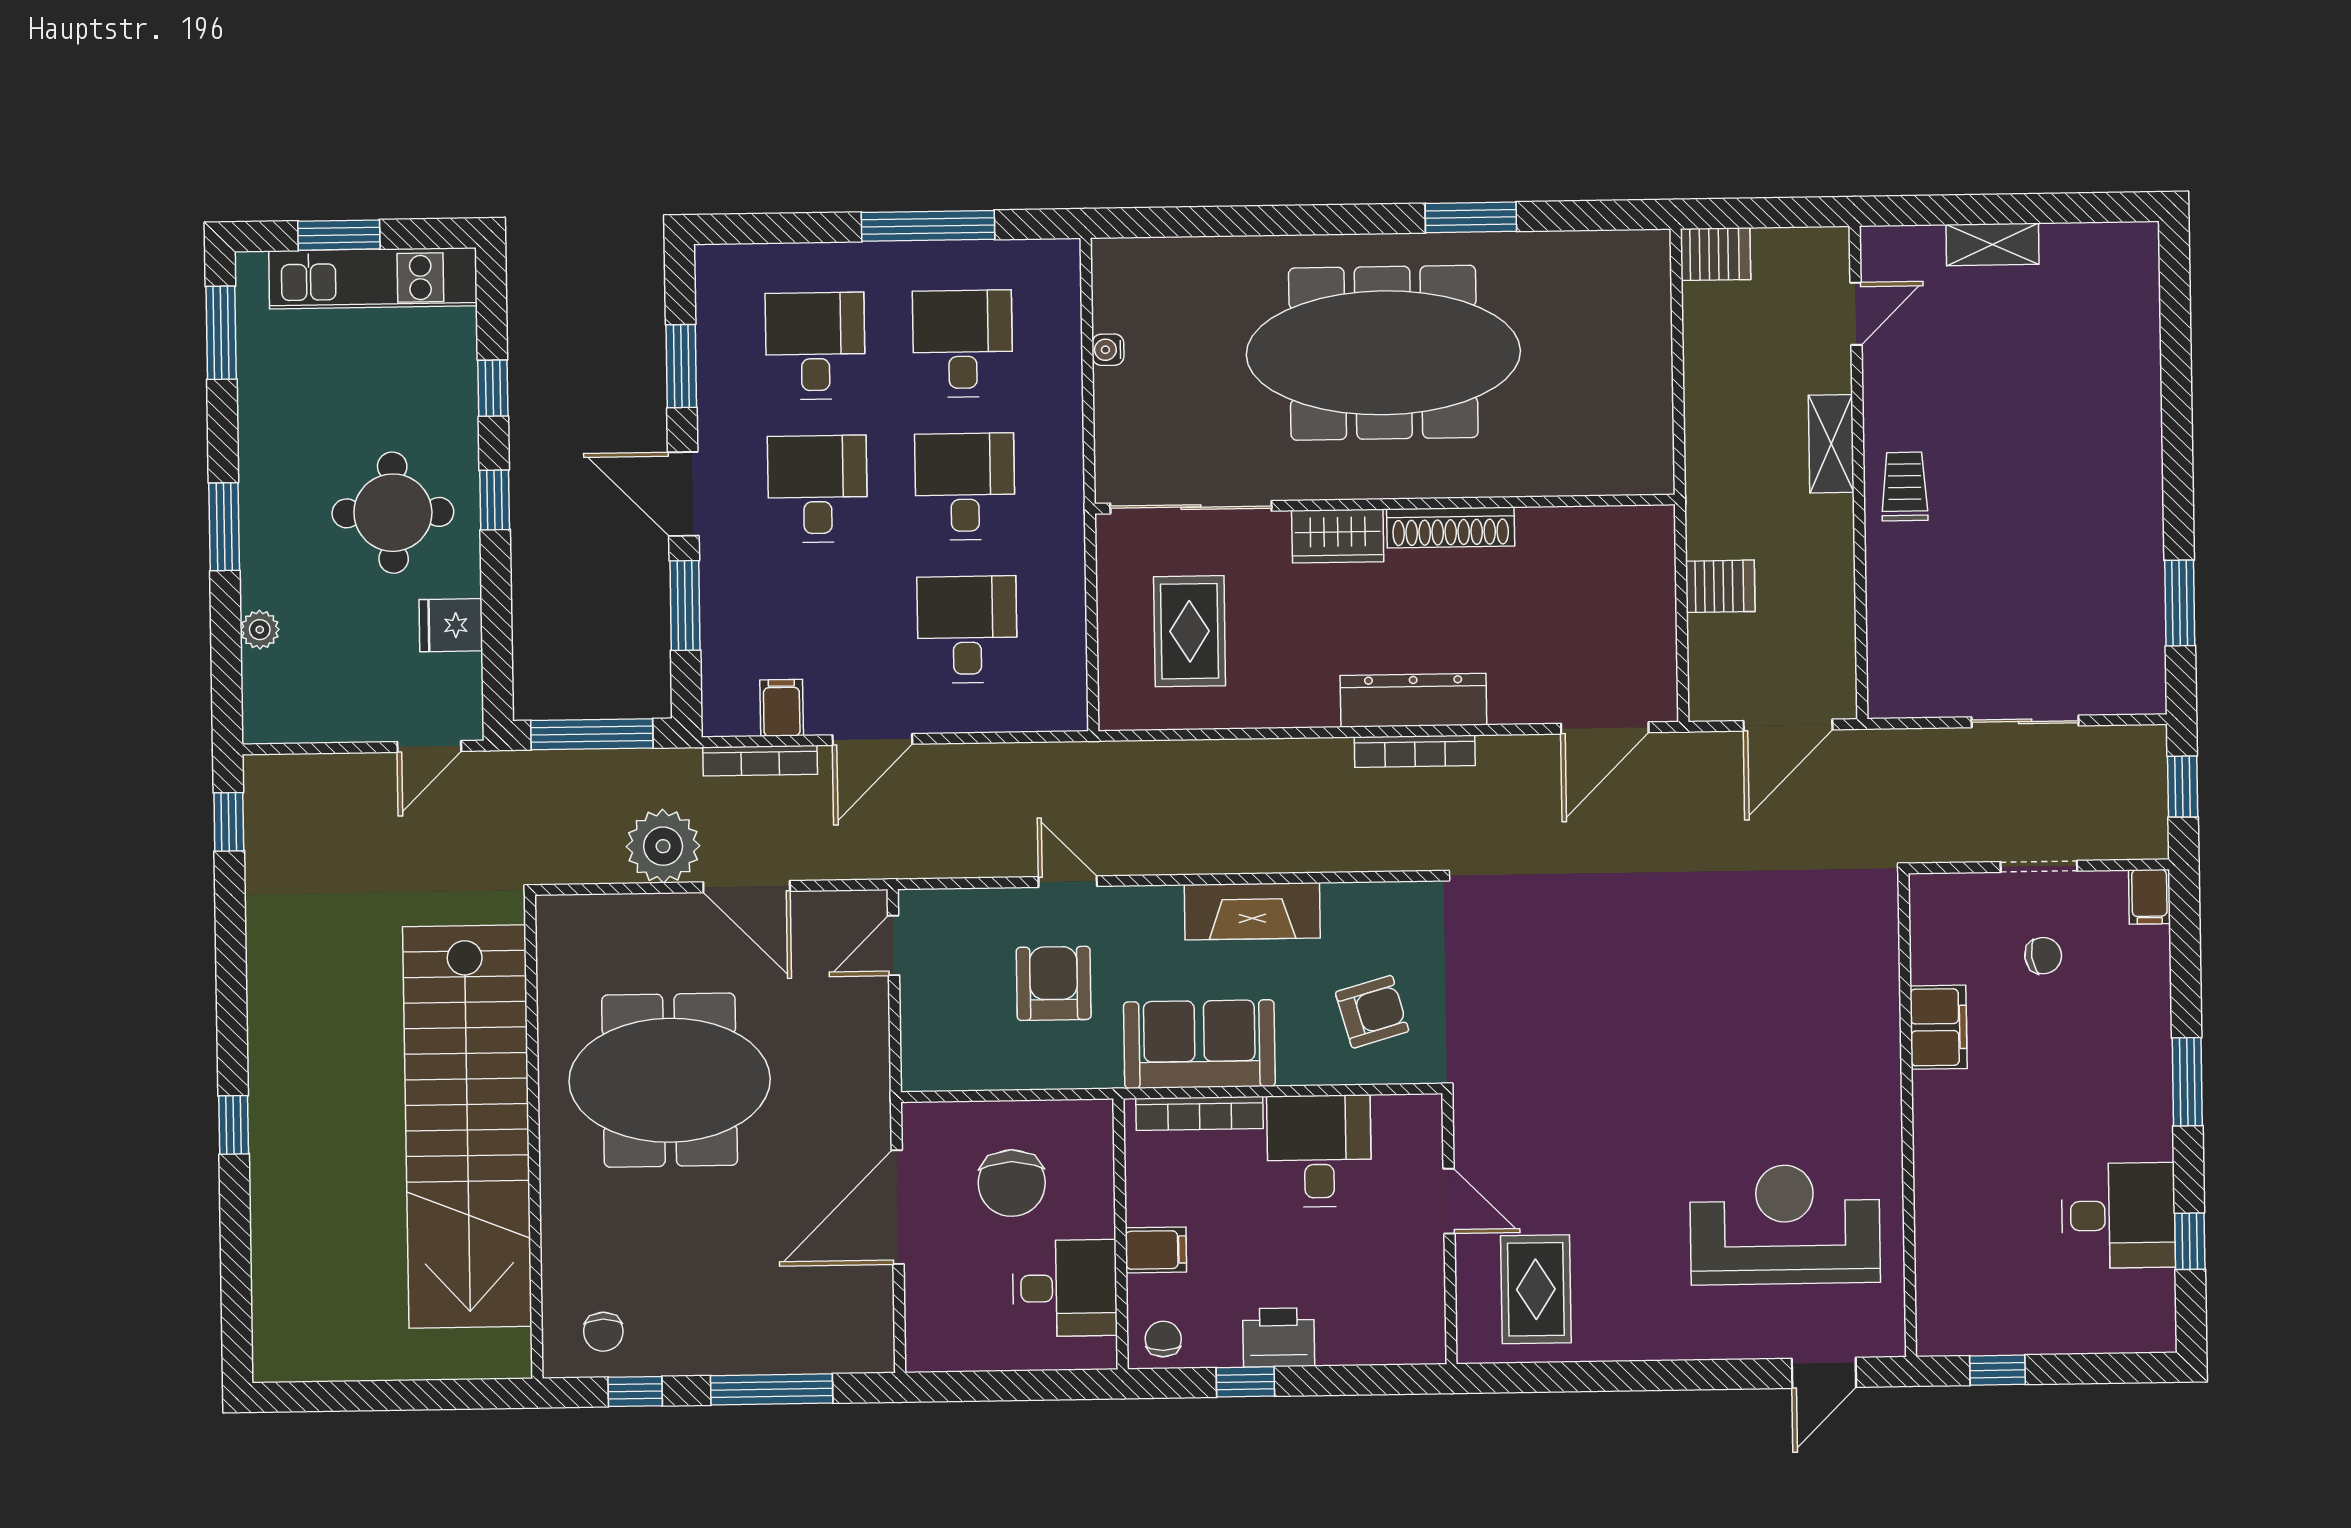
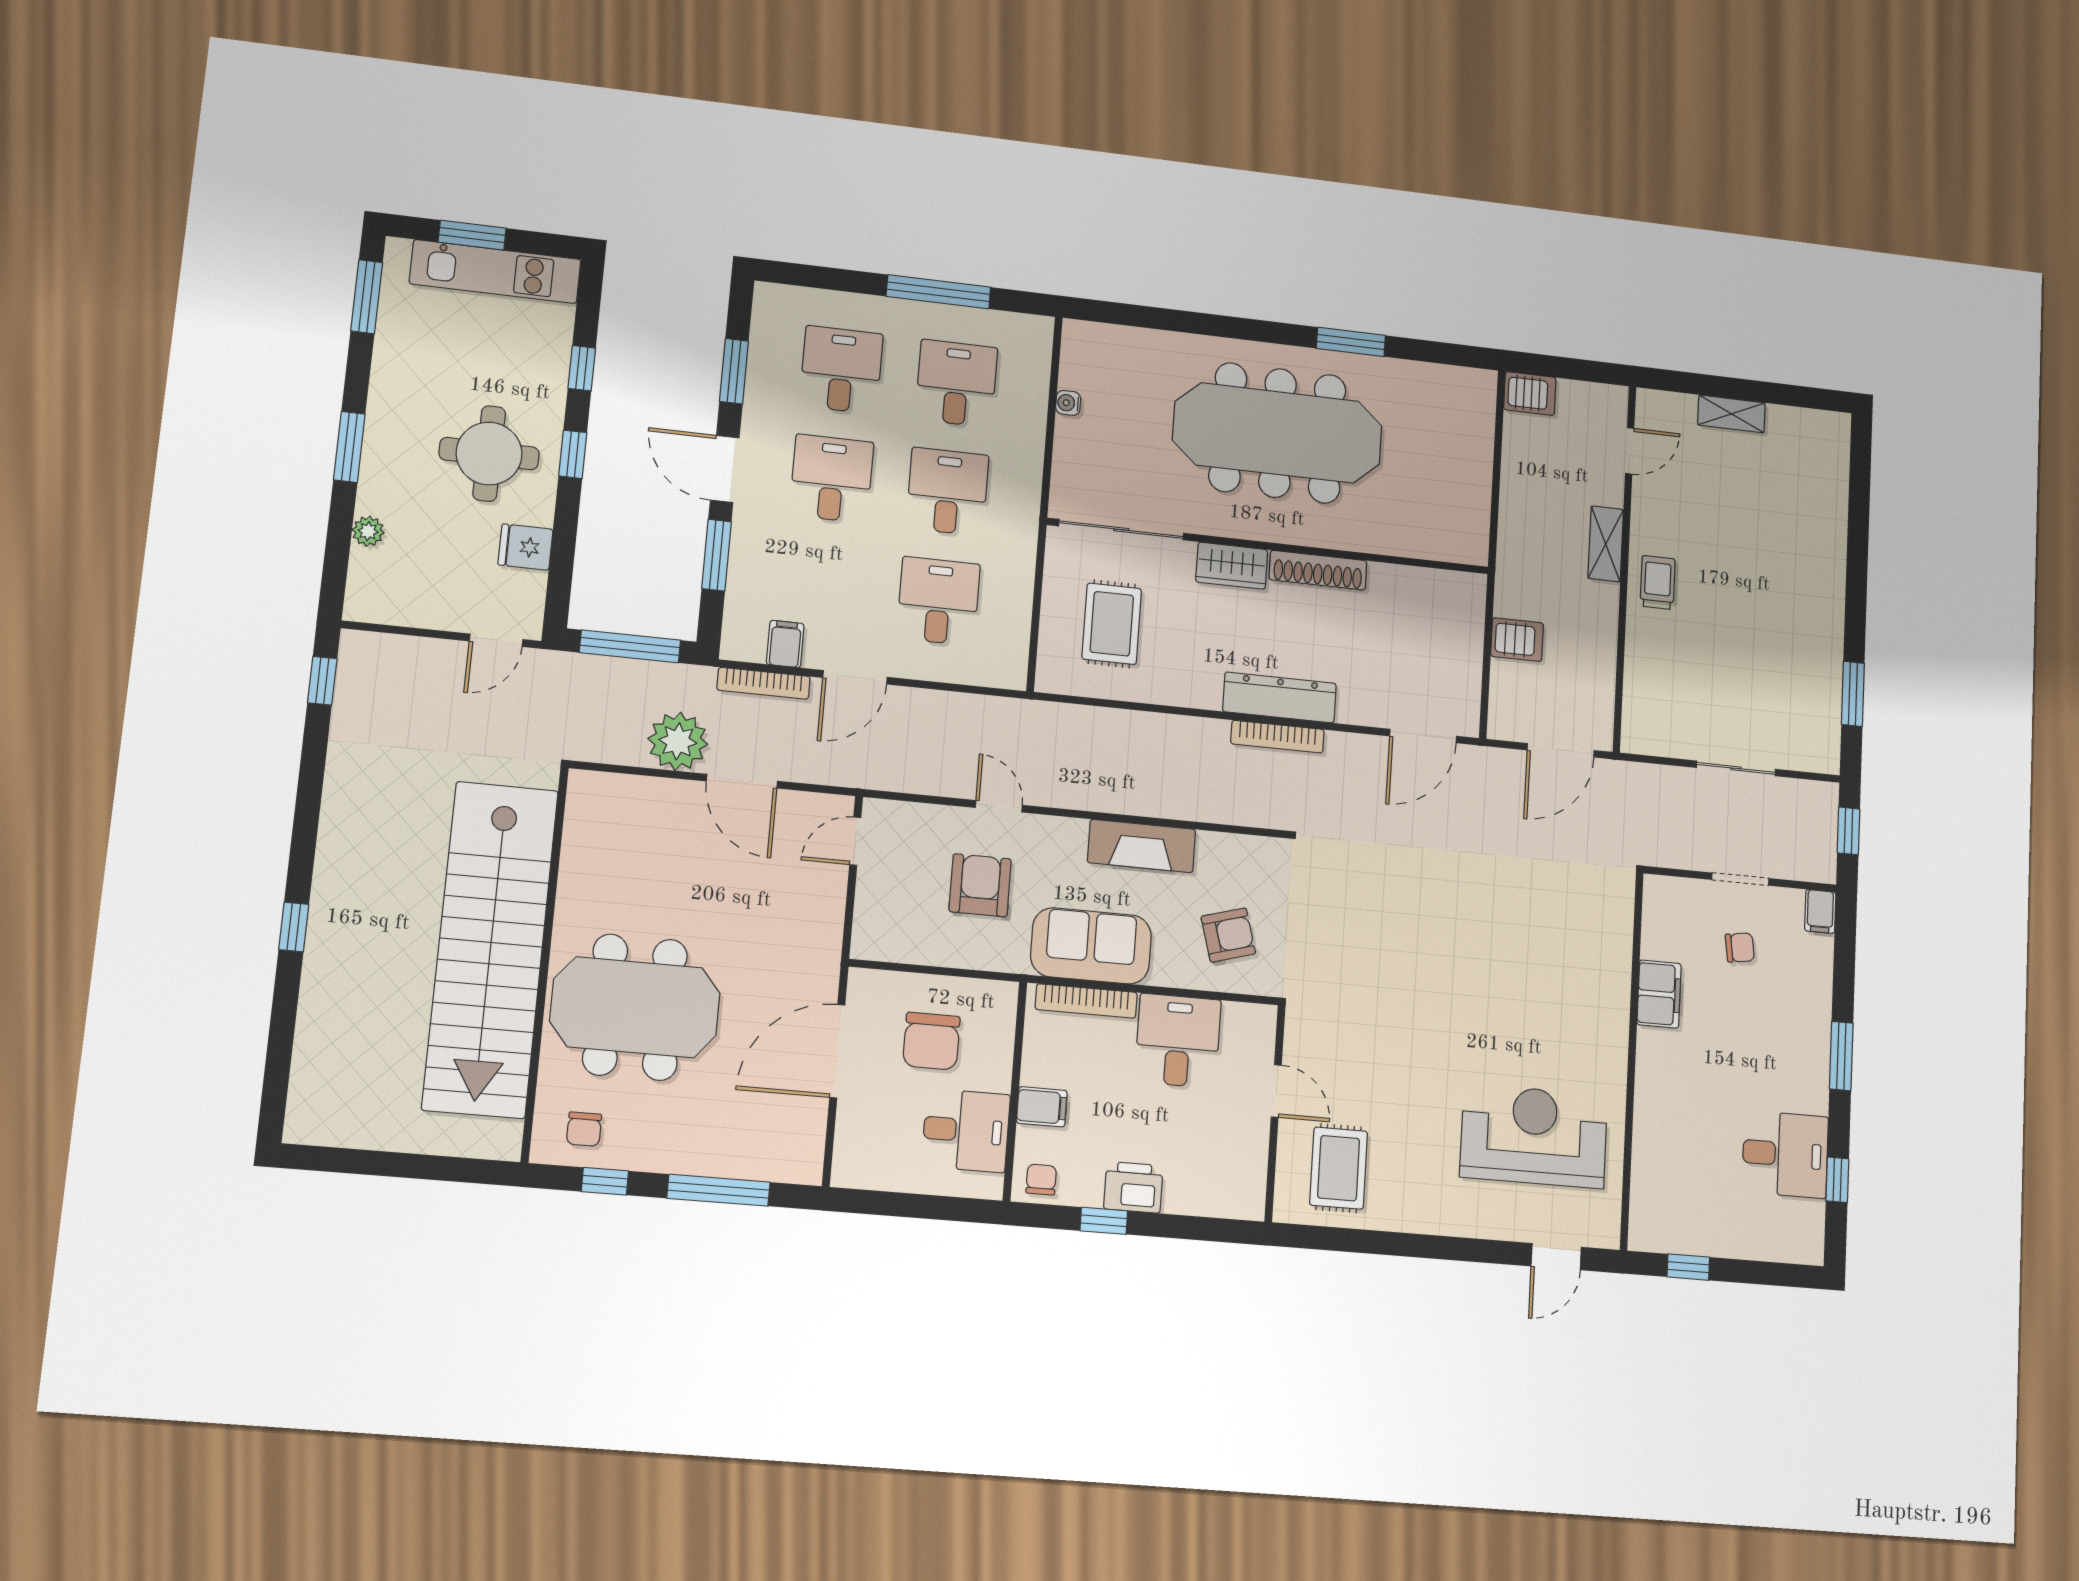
meeting table: (670, 1080) -> (635, 1007), moved

